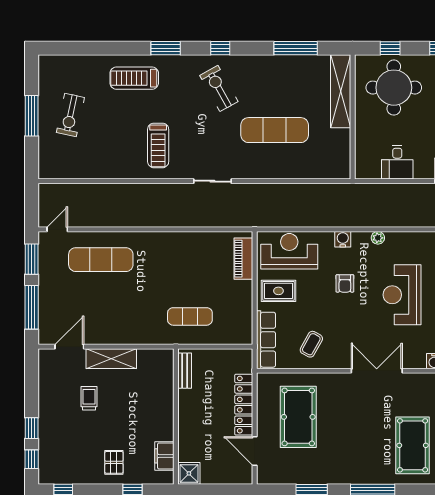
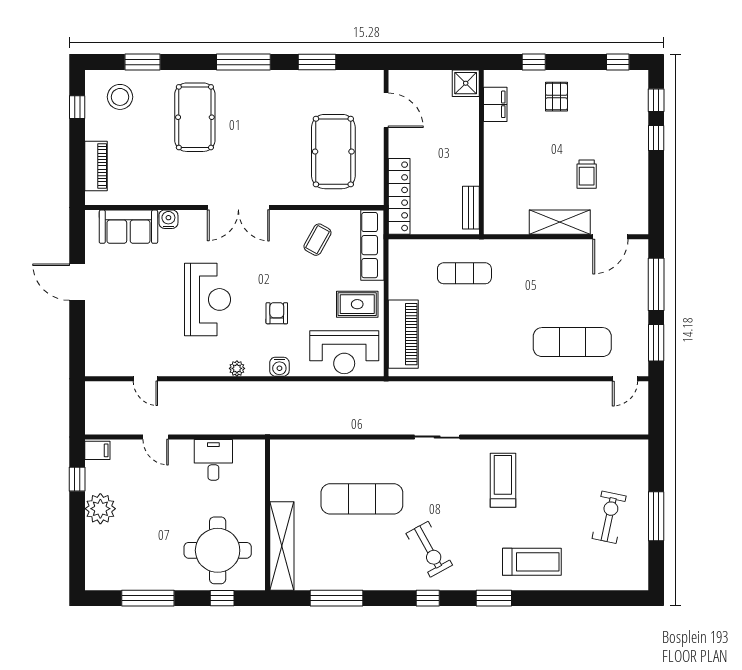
piano: (243, 259) -> (403, 334), width x1.37, depth x1.33
locker: (244, 405) -> (399, 196), moved

